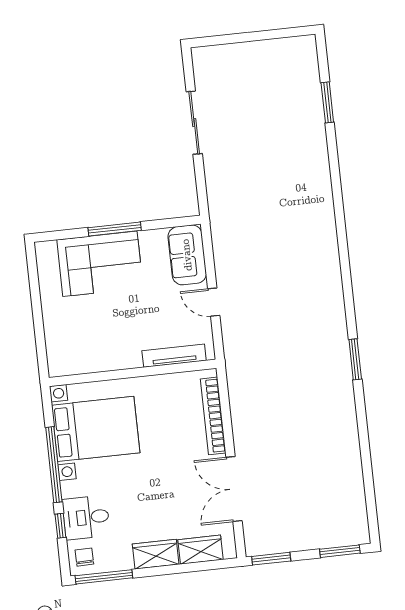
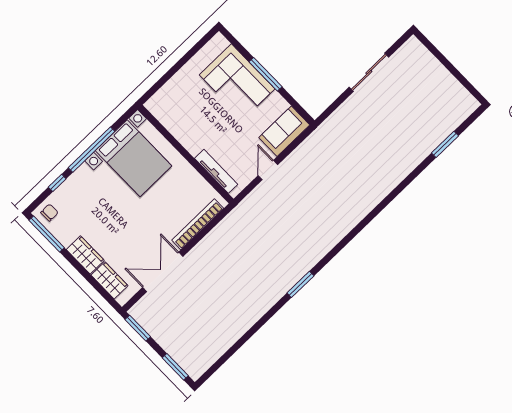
desk: (86, 517) -> (75, 195), removed

